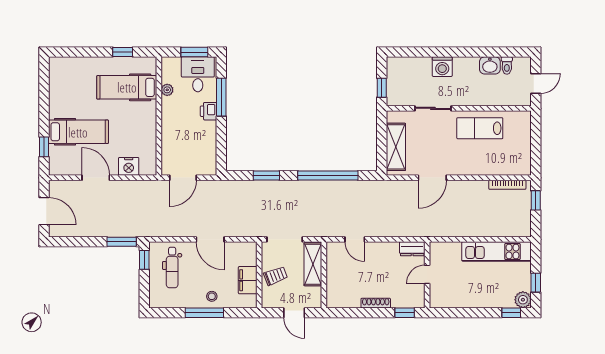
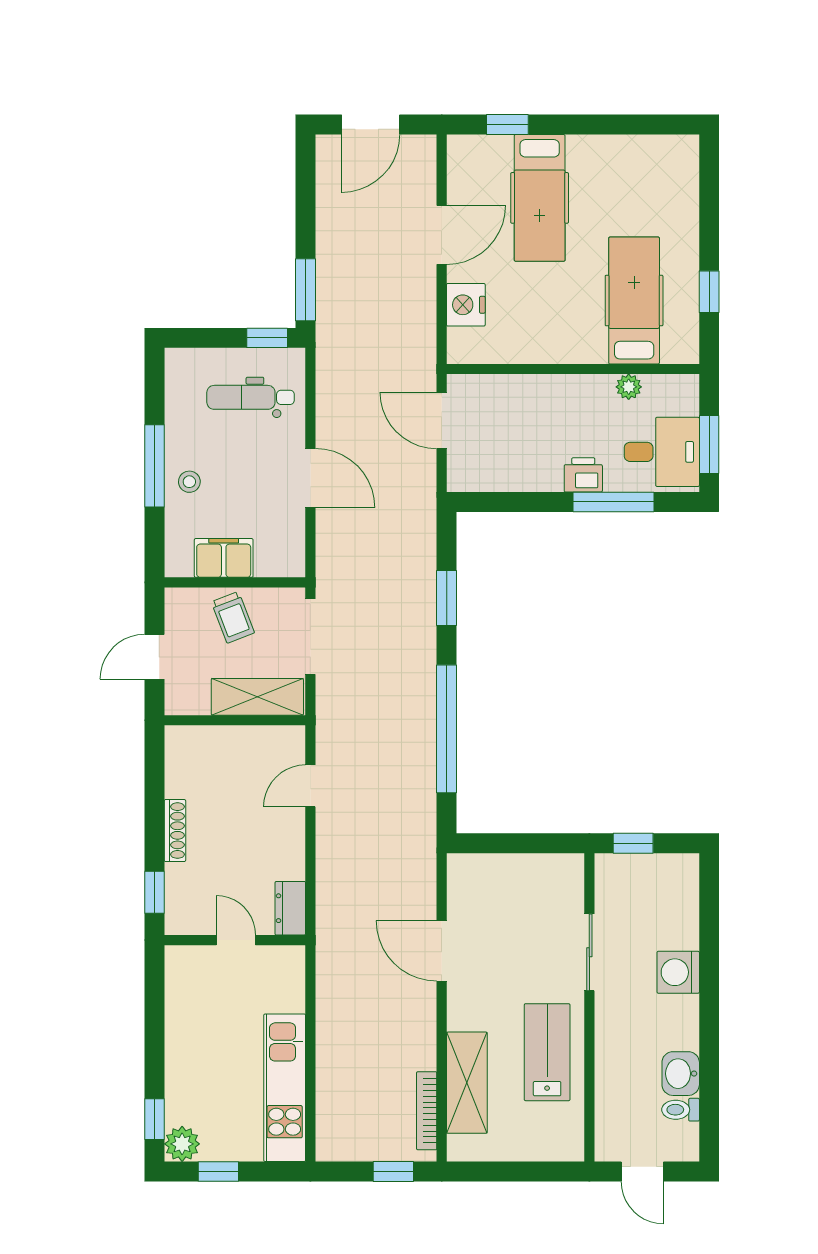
shelving: (396, 147) -> (467, 1083), moved, turned 90
door: (210, 239) -> (310, 478), swing flipped

